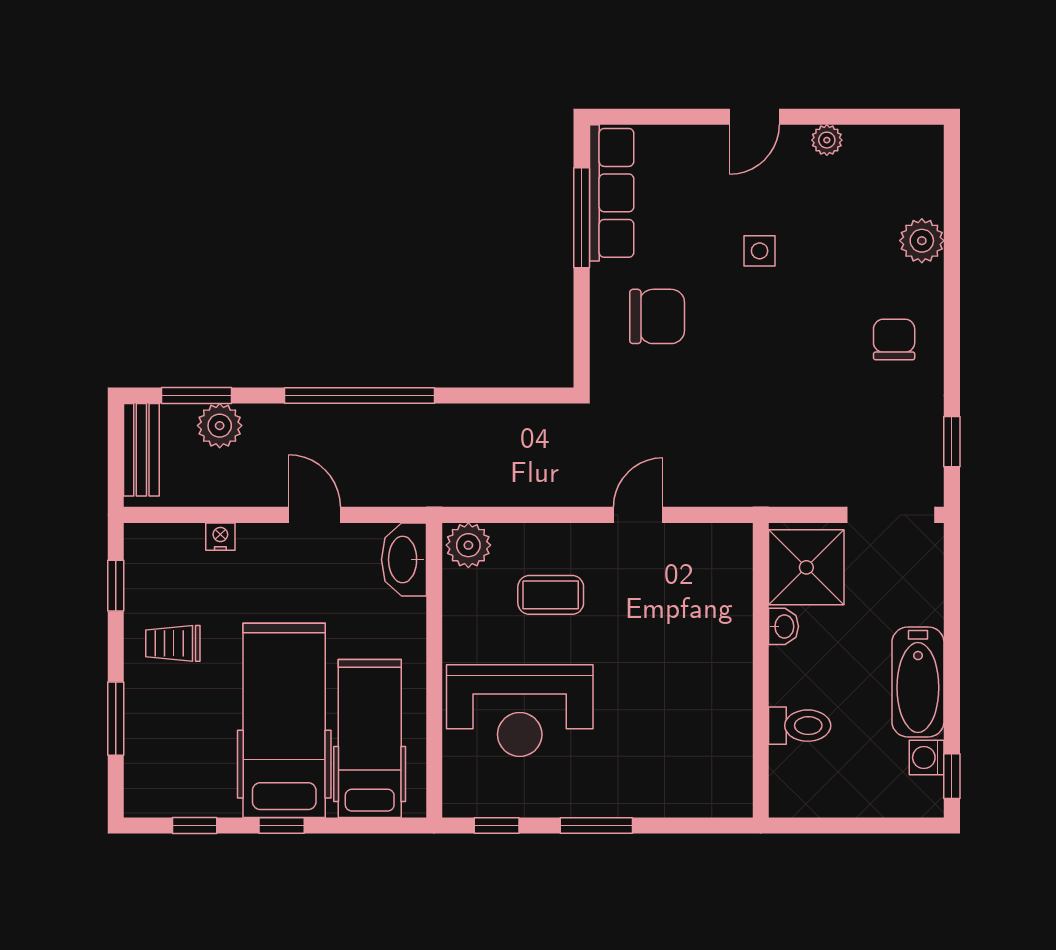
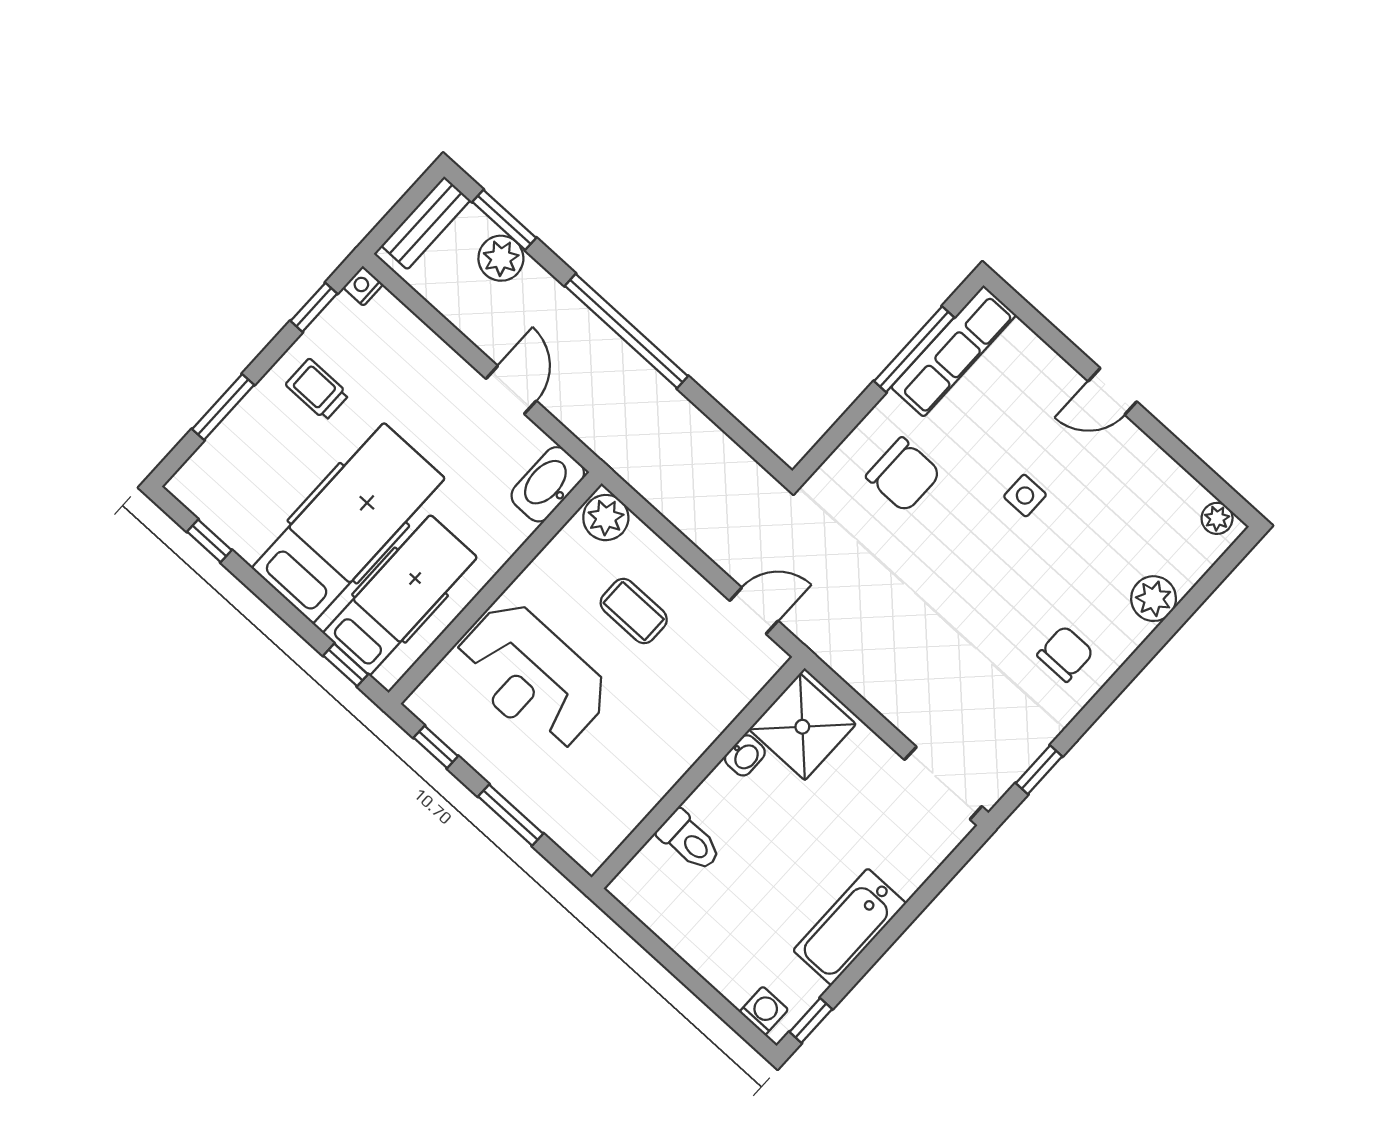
plant: (827, 140) -> (1217, 518), moved
nightstand: (220, 537) -> (363, 286), moved, turned -90
shower: (806, 567) -> (802, 727), moved
washbasin: (783, 626) -> (745, 755), moved
wall: (761, 670) -> (698, 773), moved
toilet: (800, 726) -> (689, 841), moved
washing machine: (927, 758) -> (764, 1011), moved, turned 90
window: (282, 825) -> (346, 665), moved

